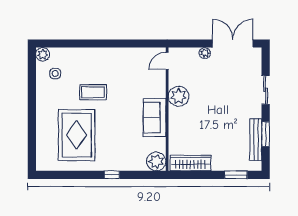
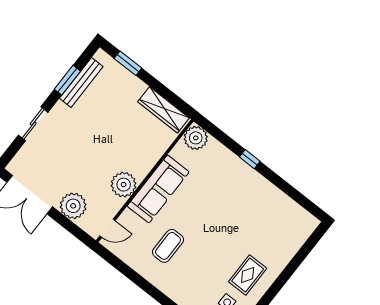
plant: (205, 53) -> (73, 206), width x1.87, depth x1.87
coffee table: (93, 92) -> (168, 246), moved, turned 90
sofa: (155, 118) -> (158, 189), width x1.36
rug: (77, 135) -> (248, 275), moved, width x0.54, depth x0.49

